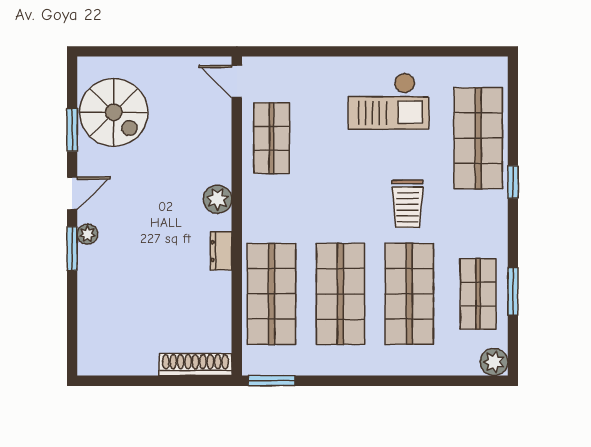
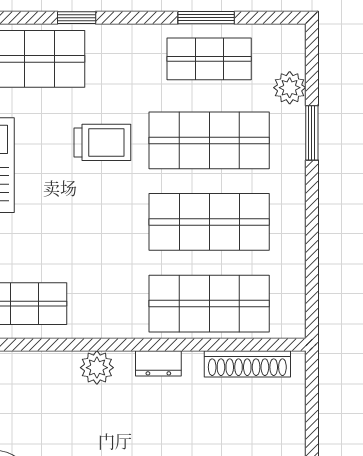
plant: (494, 362) -> (290, 88), moved
shoe rack: (195, 364) -> (247, 364), moved, turned -90
window: (272, 381) -> (312, 133), moved

